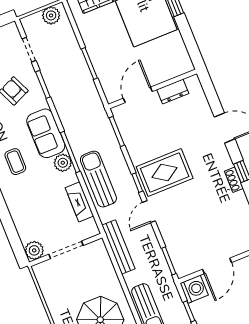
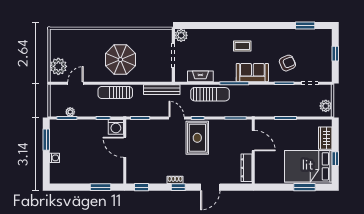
dresser: (173, 92) -> (246, 168), width x1.44
plant: (63, 163) -> (229, 76), removed

